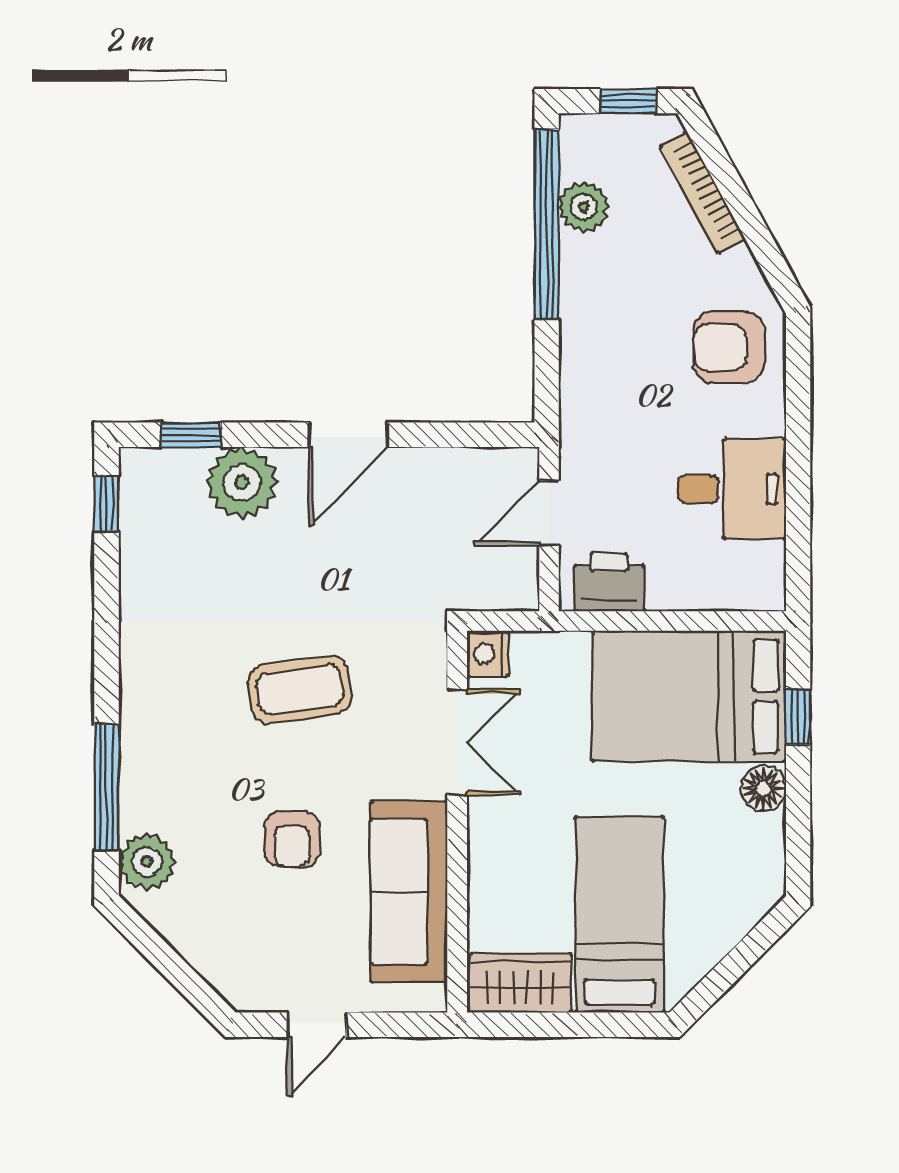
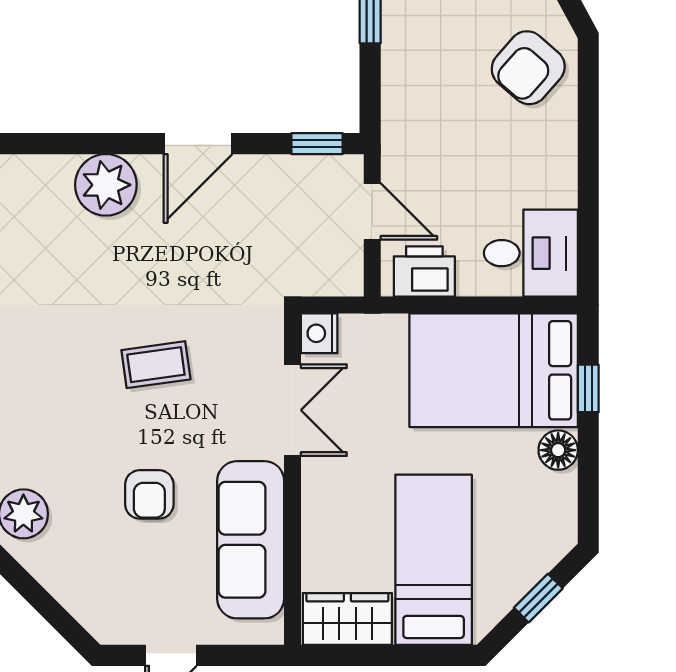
armchair: (729, 347) -> (528, 68), turned -49
window: (191, 435) -> (317, 144), moved
desk: (732, 489) -> (531, 253), moved
door: (549, 513) -> (372, 211), swing flipped
coffee table: (300, 690) -> (156, 365), width x0.73, depth x0.77
window: (741, 959) -> (538, 598), added

